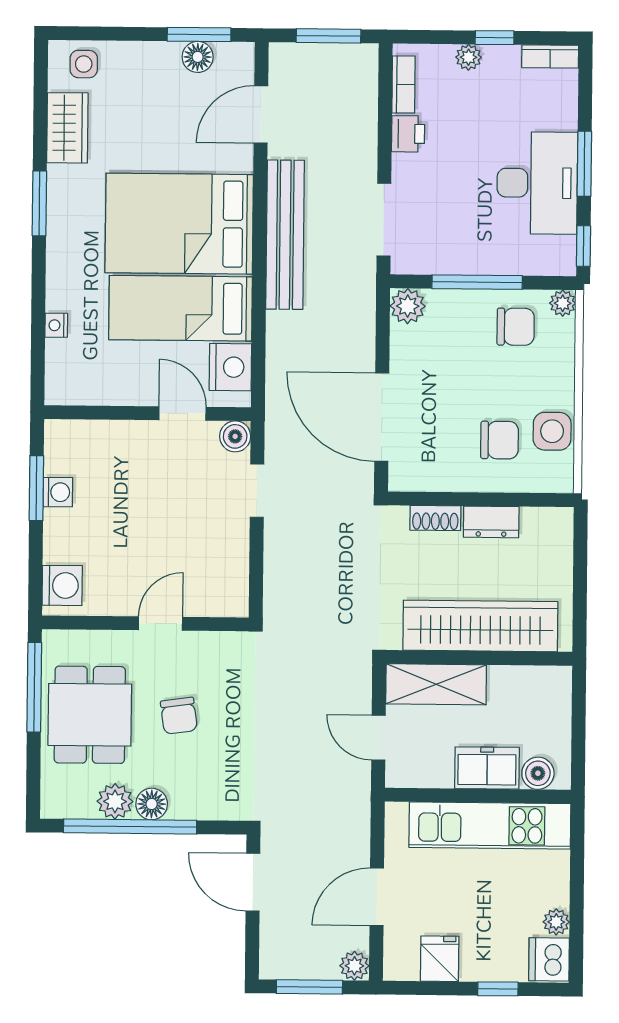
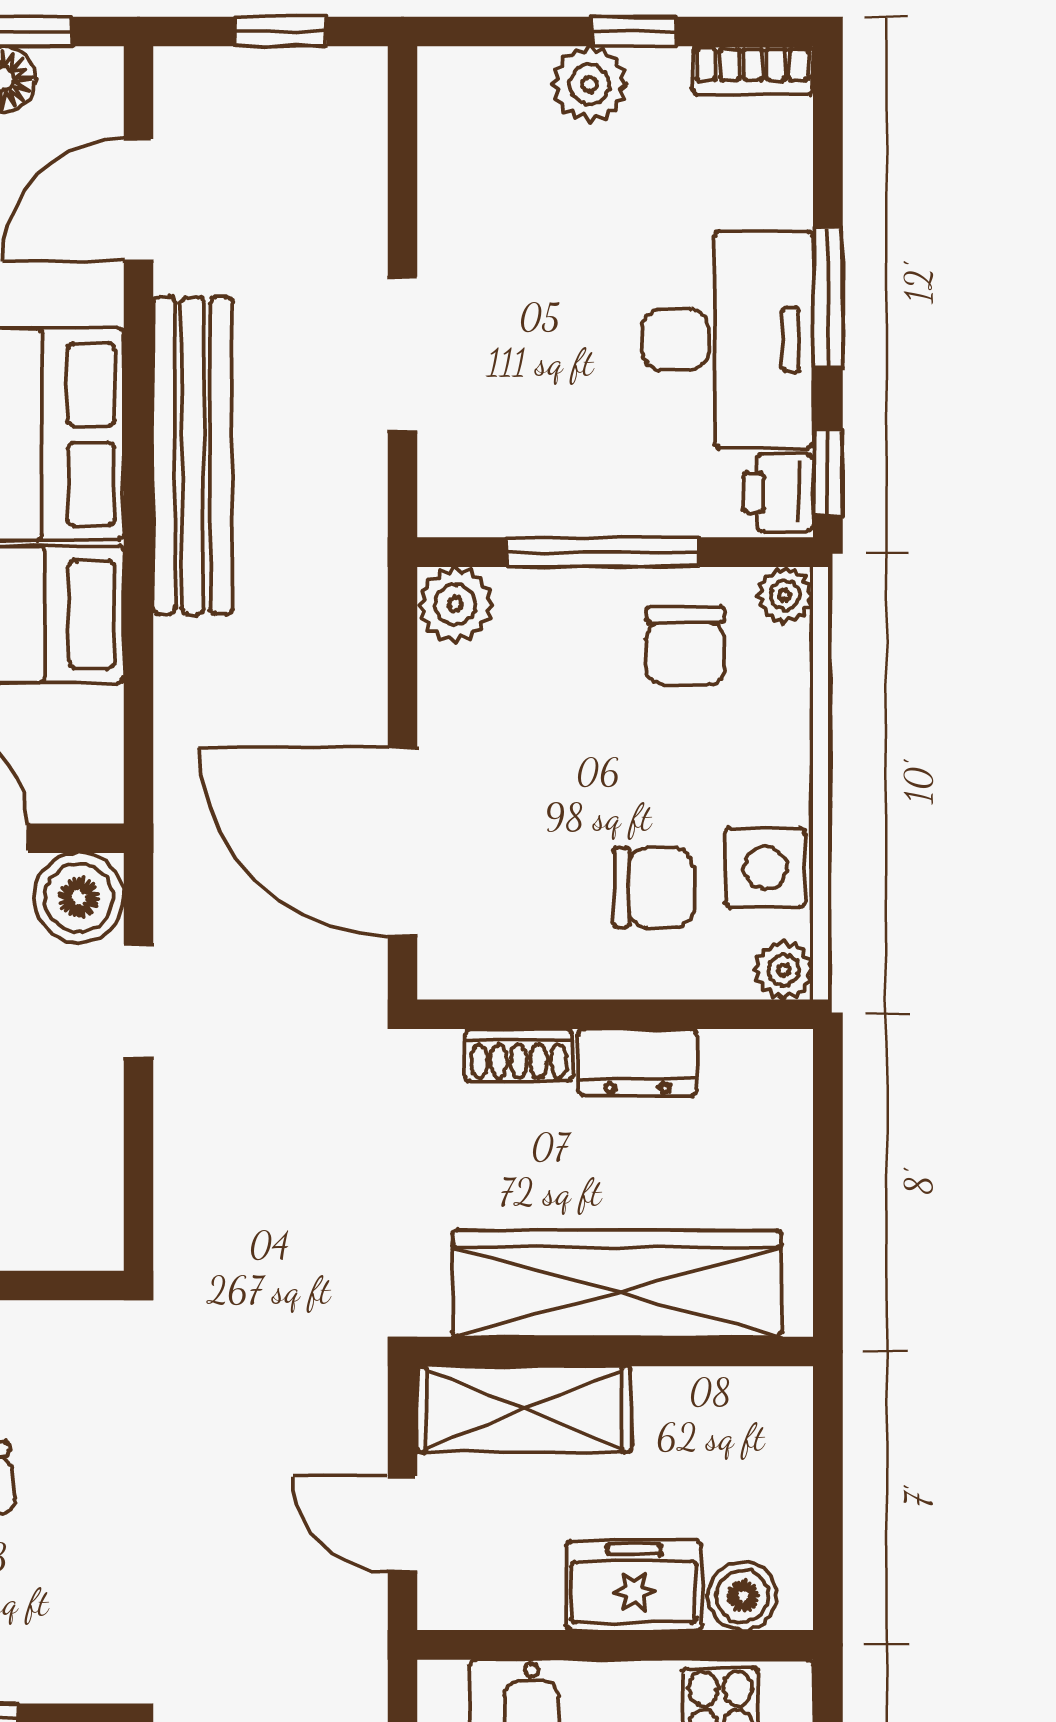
window: (329, 36) -> (281, 31), width x0.67
plant: (469, 57) -> (589, 84), width x1.38, depth x1.38
bookcase: (404, 84) -> (441, 133), removed
printer: (408, 134) -> (778, 493), moved, turned 180
doorway: (384, 220) -> (402, 354), moved
chair: (516, 327) -> (685, 646), turned 90
nightstand: (230, 367) -> (79, 739), removed
boiler: (235, 436) -> (79, 898), width x1.36, depth x1.36
plant: (560, 479) -> (784, 970), added

